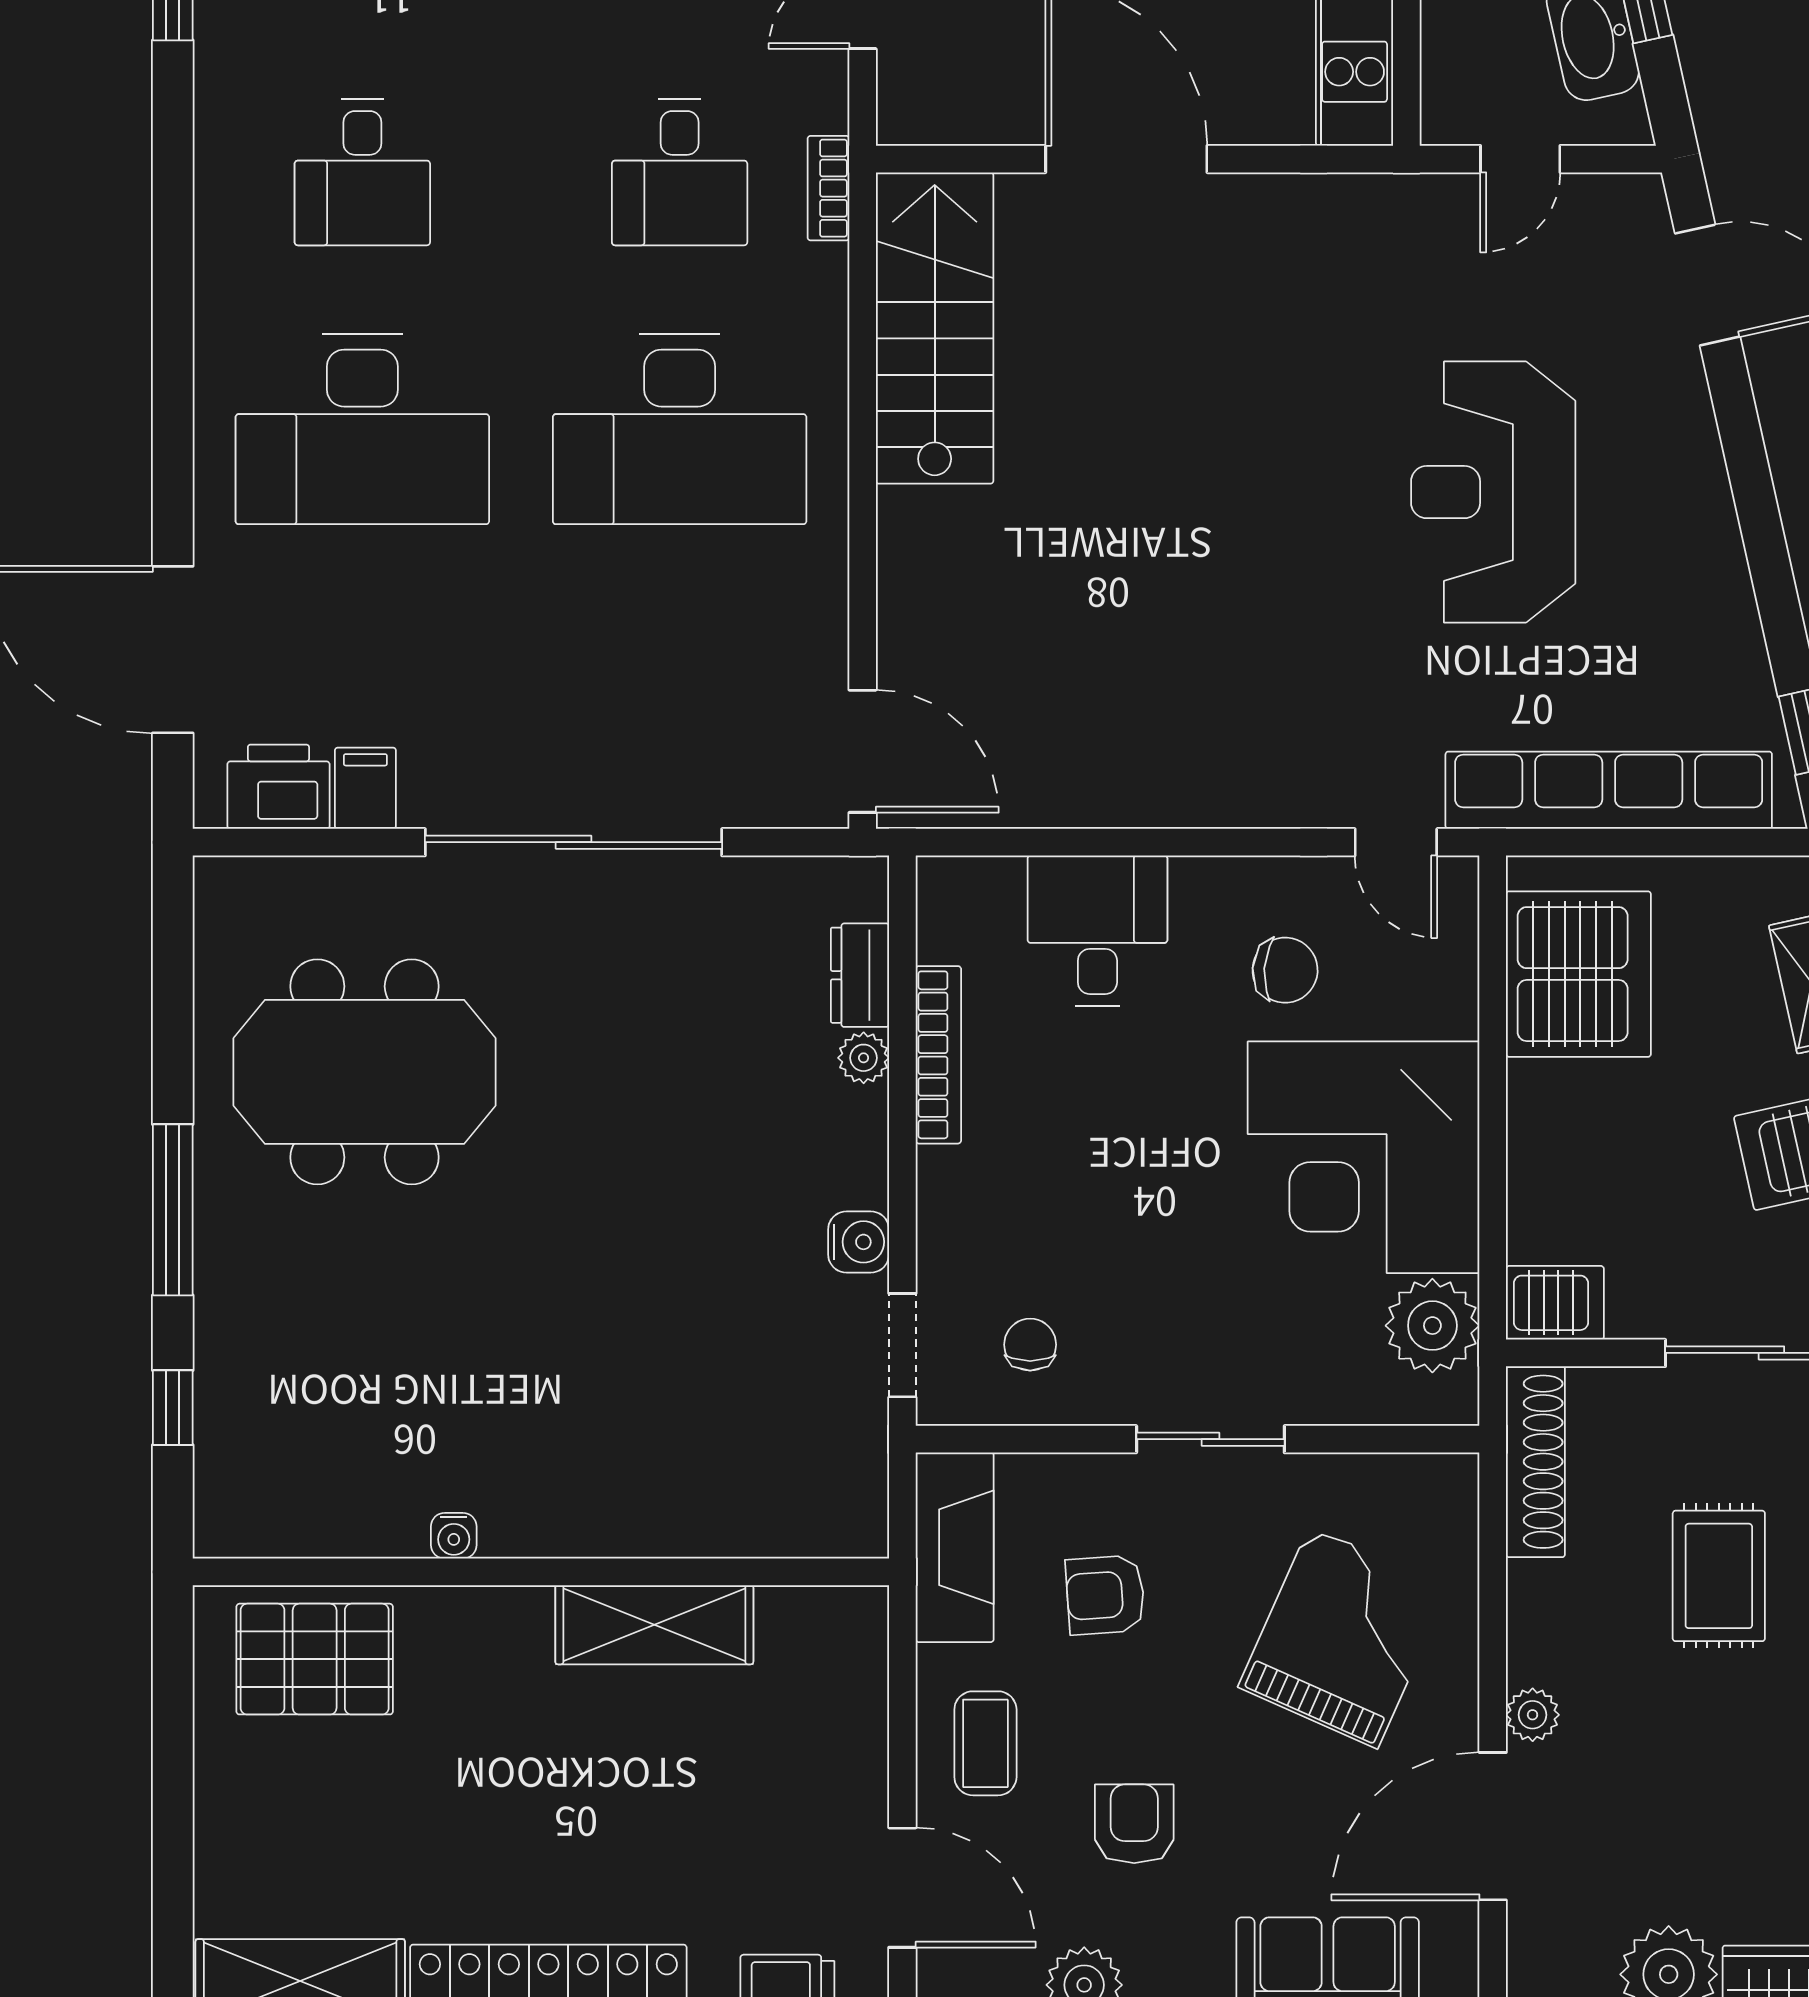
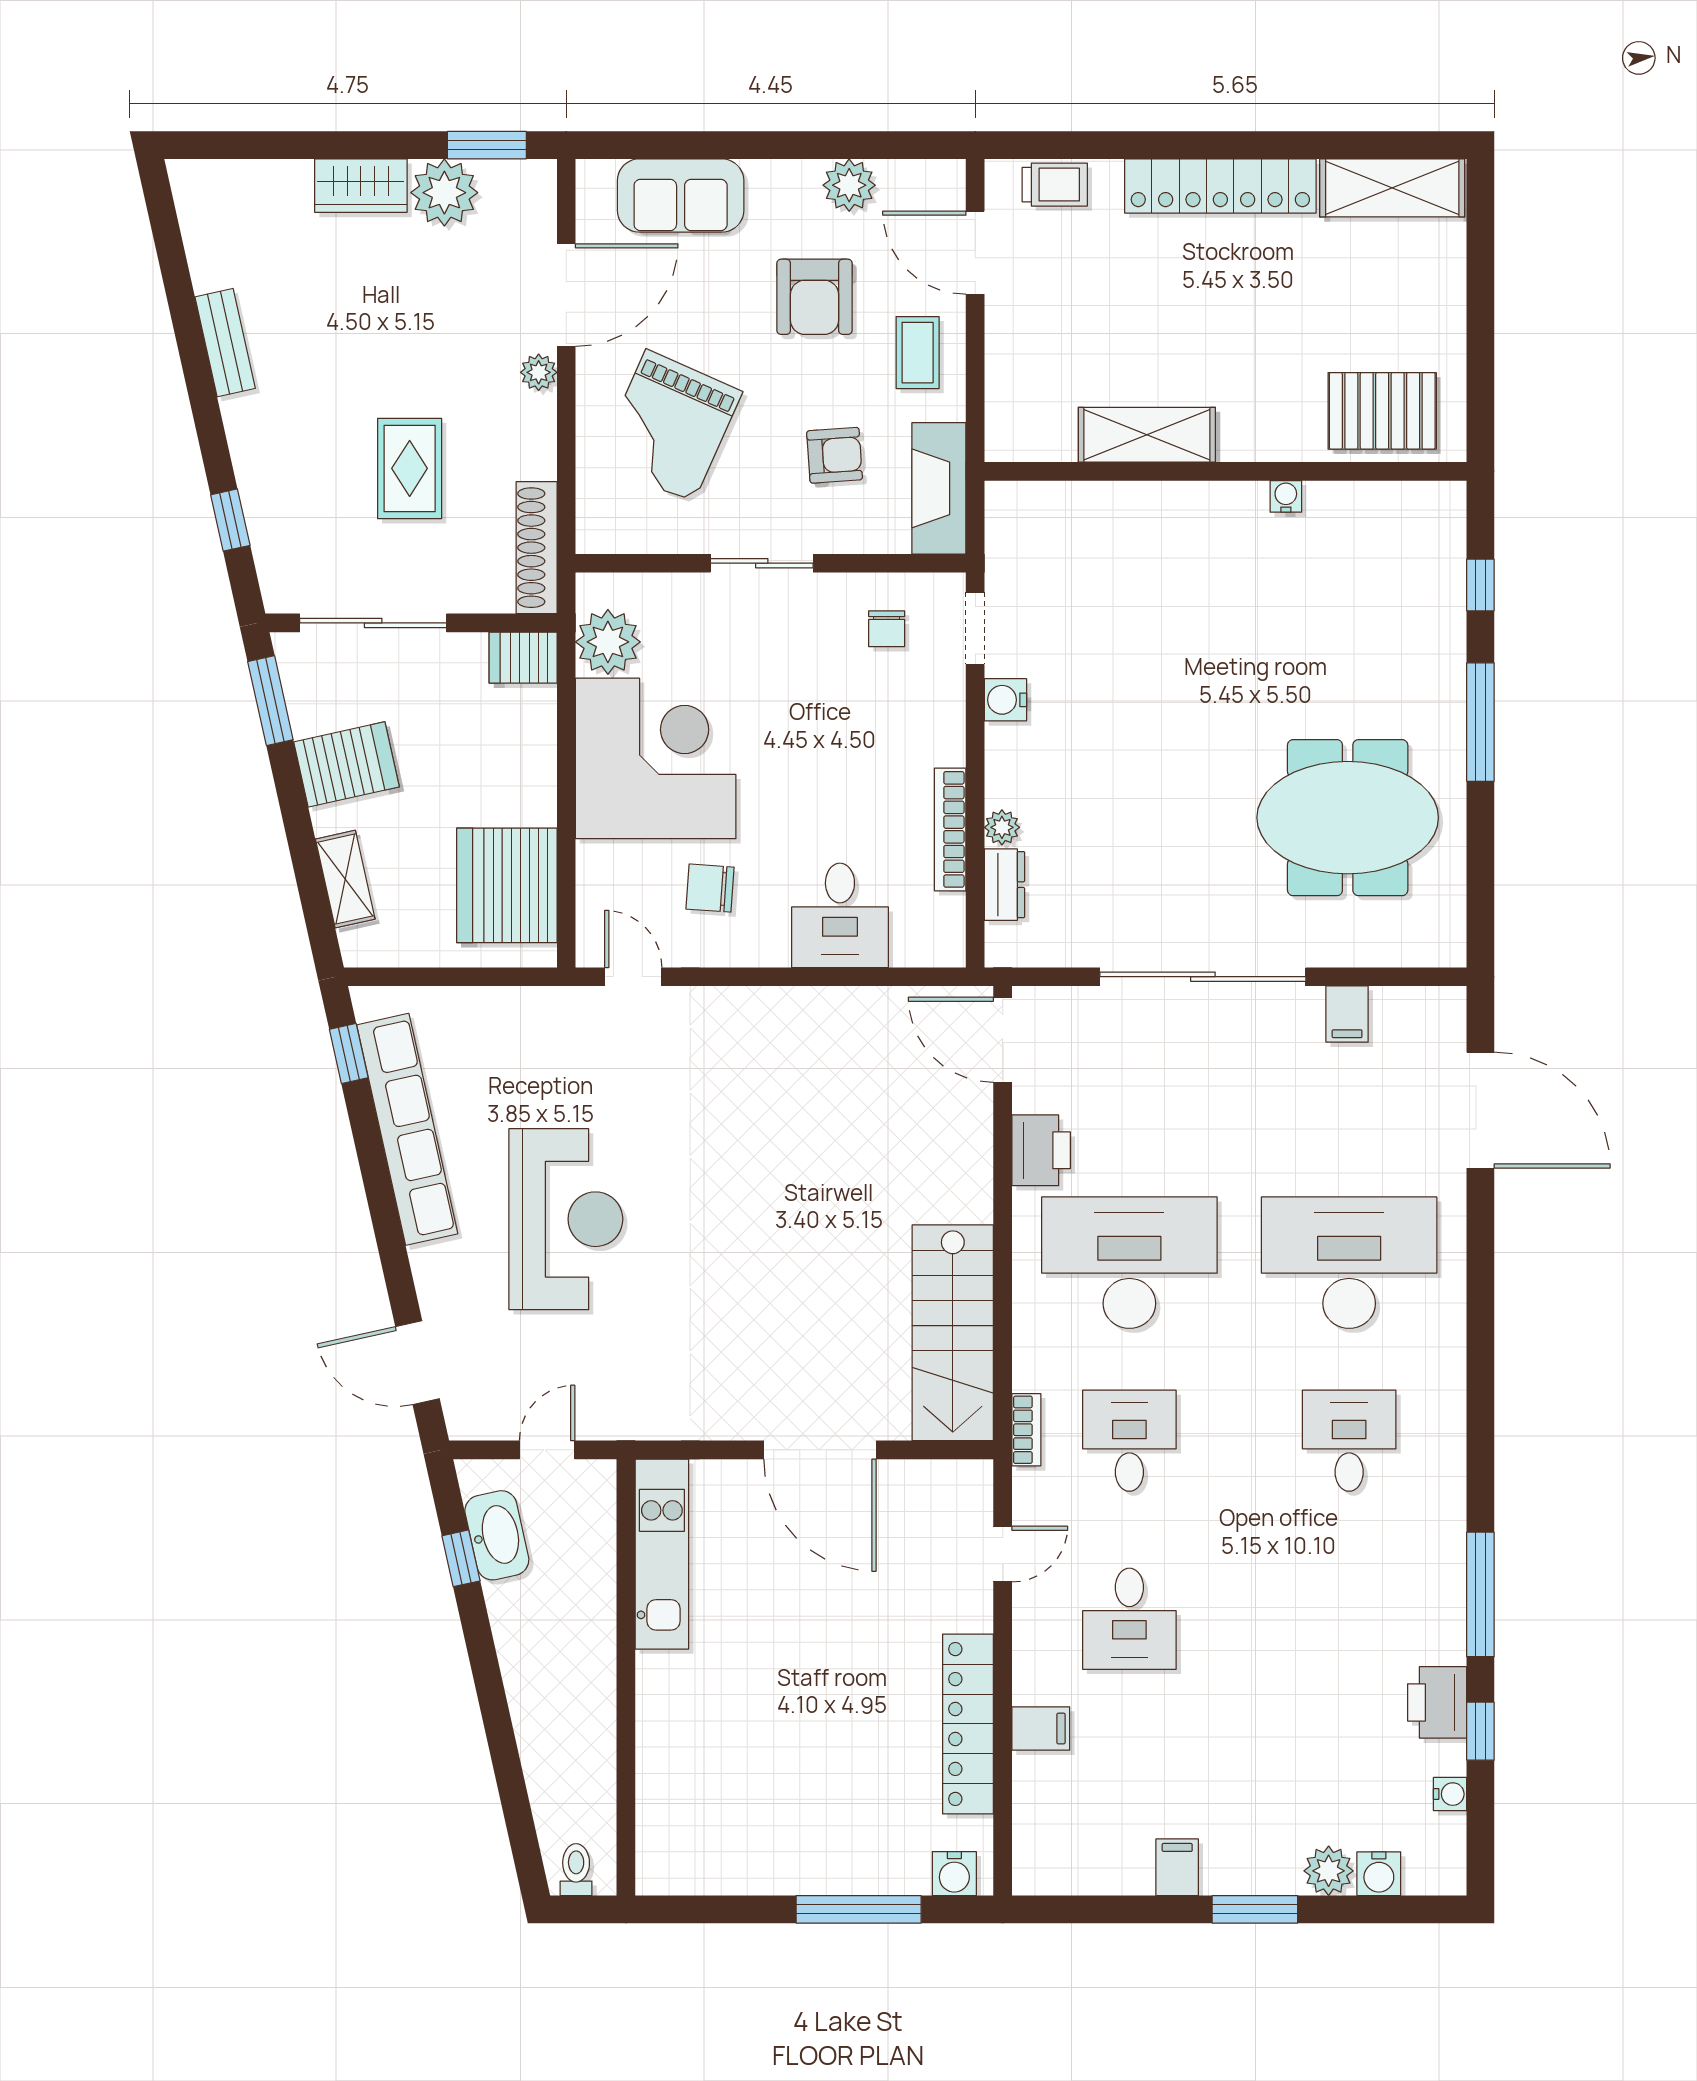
printer: (278, 787) -> (1041, 1150), moved, turned -90
row of seats: (1609, 790) -> (407, 1129), moved, turned -103
armchair: (1134, 1824) -> (815, 297), width x1.38, depth x1.38

